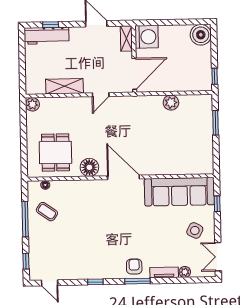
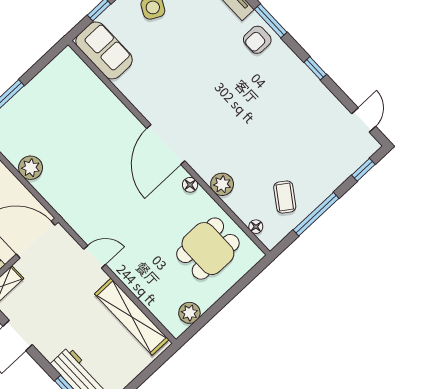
shelving: (65, 86) -> (132, 317), width x1.47
plant: (32, 104) -> (189, 313), moved
floor lamp: (89, 167) -> (190, 185), width x0.53, depth x0.53
plant: (80, 187) -> (222, 184), added
sofa: (179, 192) -> (104, 50), width x0.54, depth x0.79

